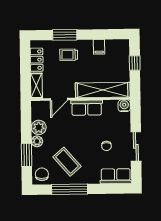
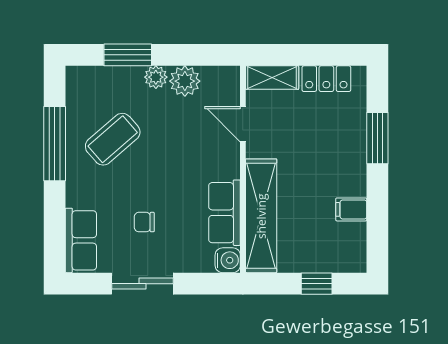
trolley: (69, 55) -> (336, 146), removed
row of seats: (87, 108) -> (225, 213), moved
chair: (42, 174) -> (87, 86), removed

